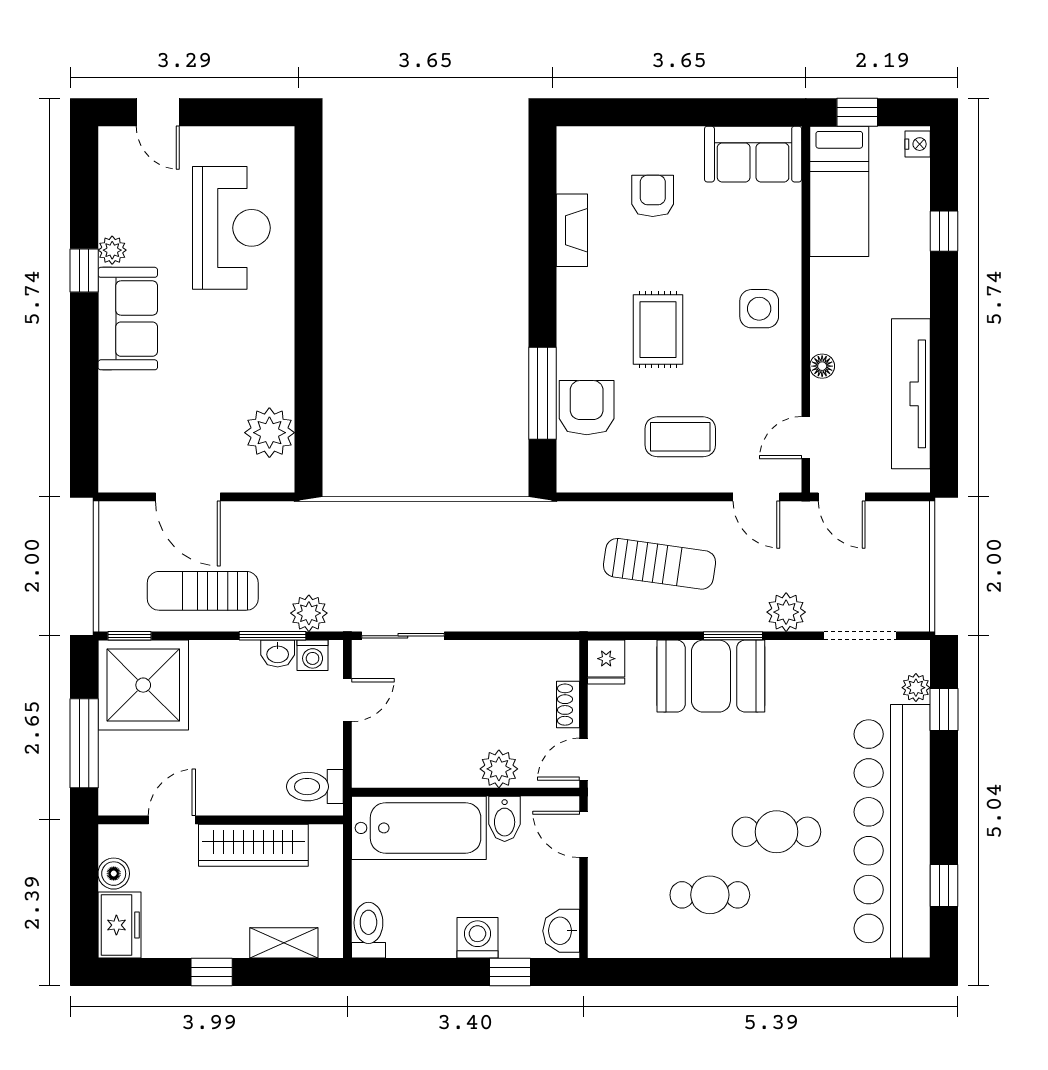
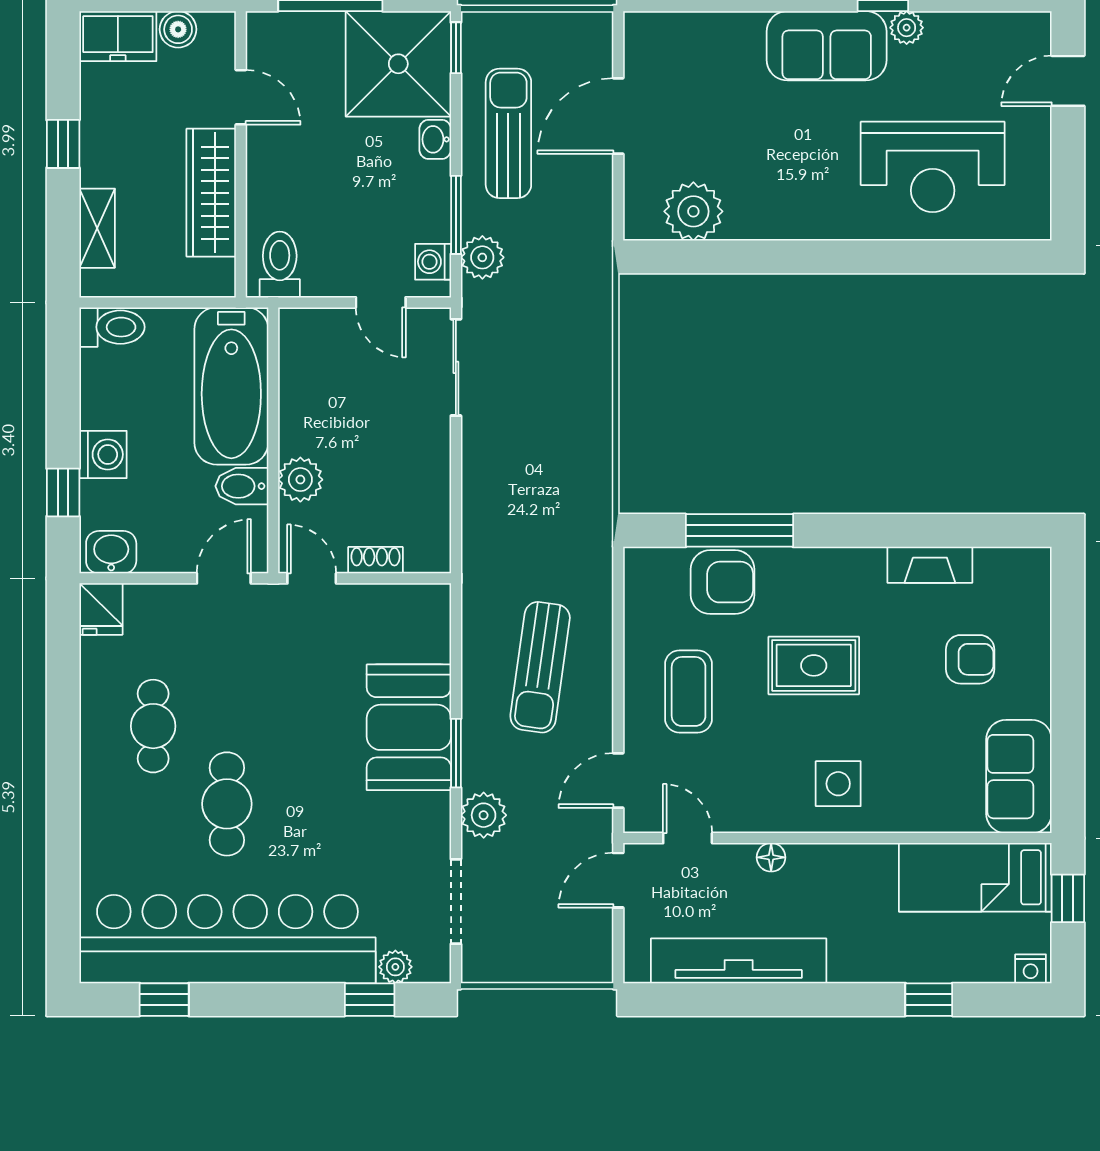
washbasin: (278, 654) -> (435, 139), moved
fridge: (606, 662) -> (101, 609), moved, turned -90

